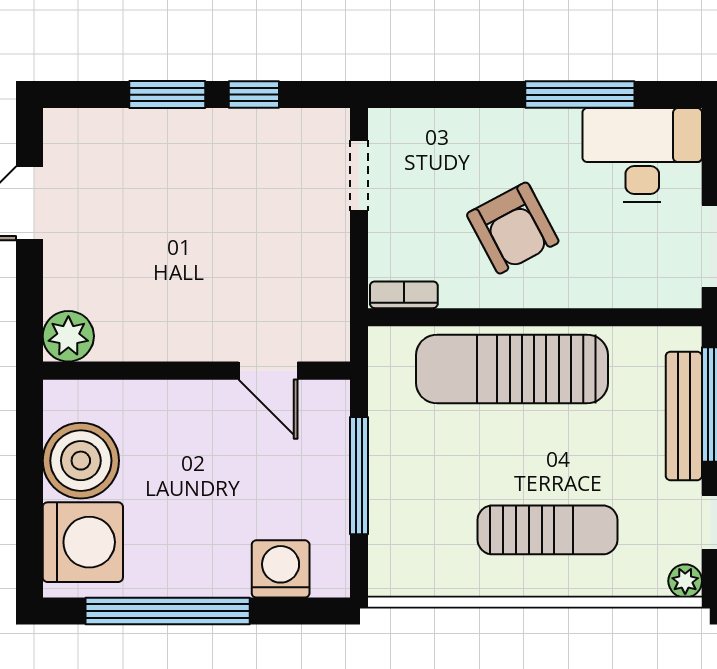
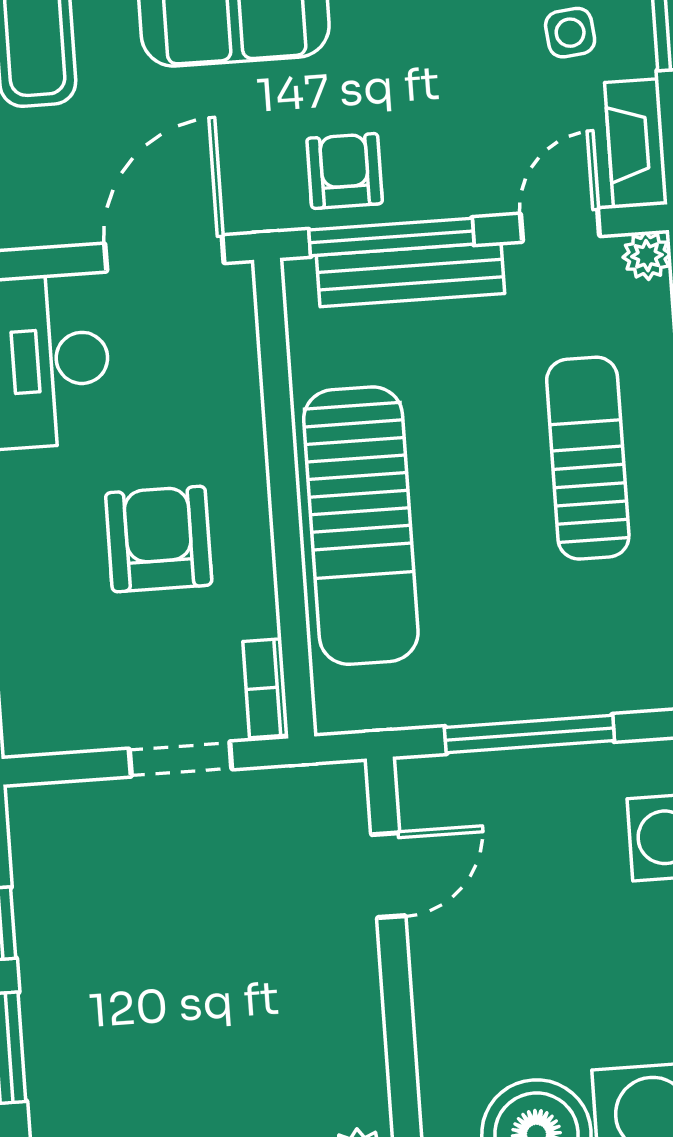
doorway: (359, 175) -> (181, 759), moved
armchair: (513, 228) -> (159, 539), turned -62

